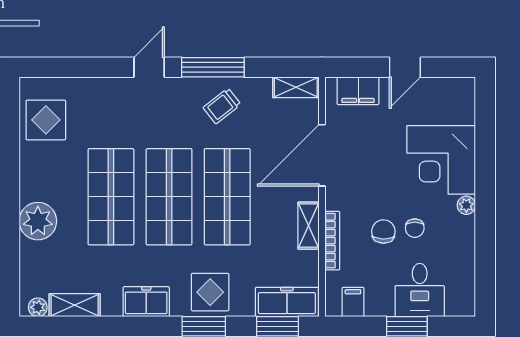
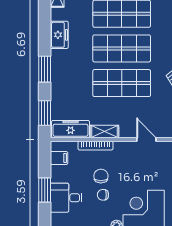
door: (322, 155) -> (146, 139), width x0.53
chair: (383, 232) -> (101, 176), turned -91
display table: (210, 292) -> (65, 73), removed
freezer: (287, 302) -> (71, 129), moved, turned -90

